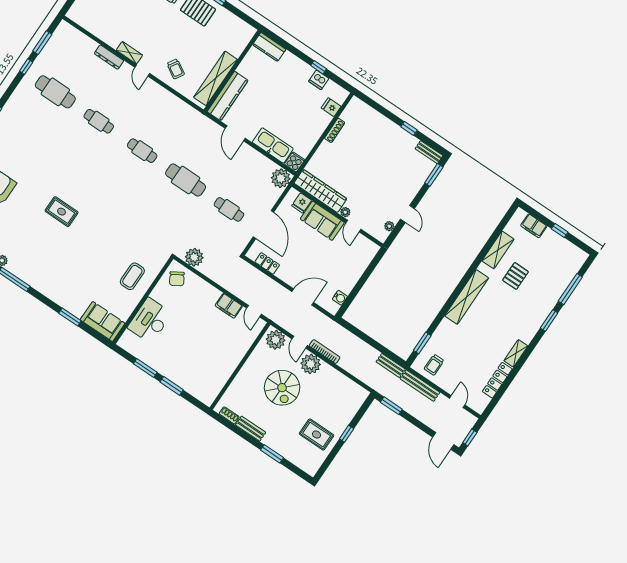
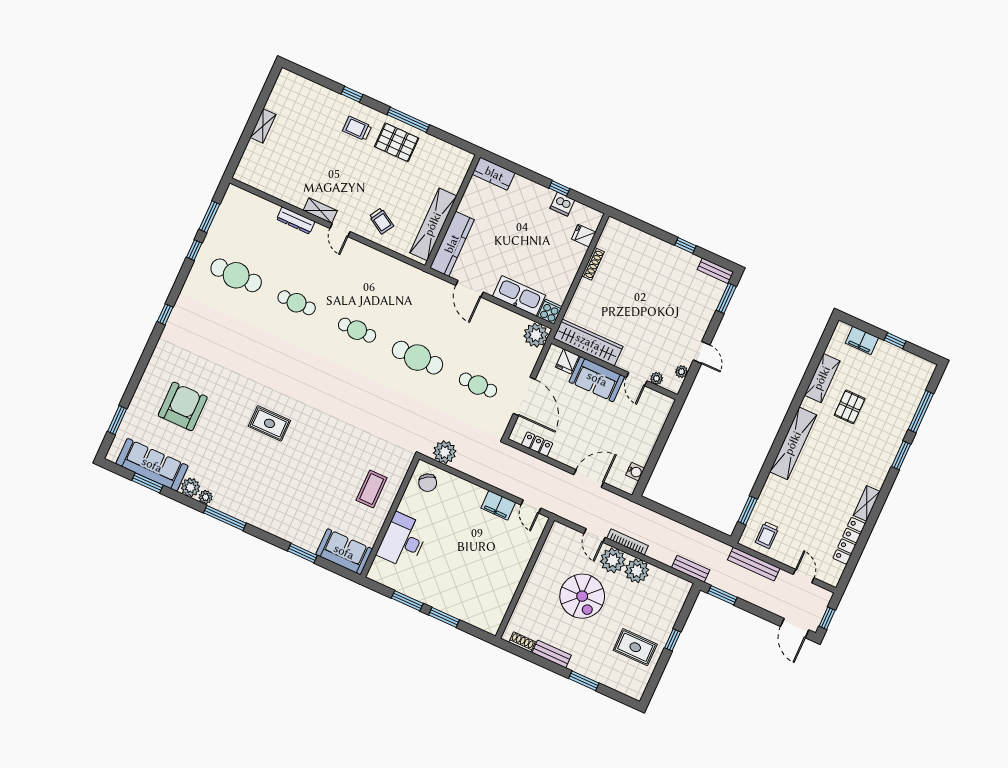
plant: (345, 212) -> (657, 378), moved
plant: (276, 340) -> (637, 571), moved
bench: (391, 365) -> (691, 569), moved

